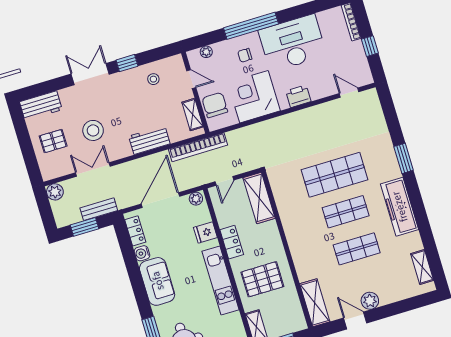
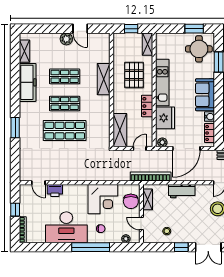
printer: (298, 96) -> (55, 190), moved
freezer: (399, 207) -> (28, 82), moved
fridge: (205, 232) -> (165, 118), width x1.88, depth x1.34
pallet: (262, 279) -> (134, 75), turned 90
shelving: (315, 303) -> (104, 79), moved

